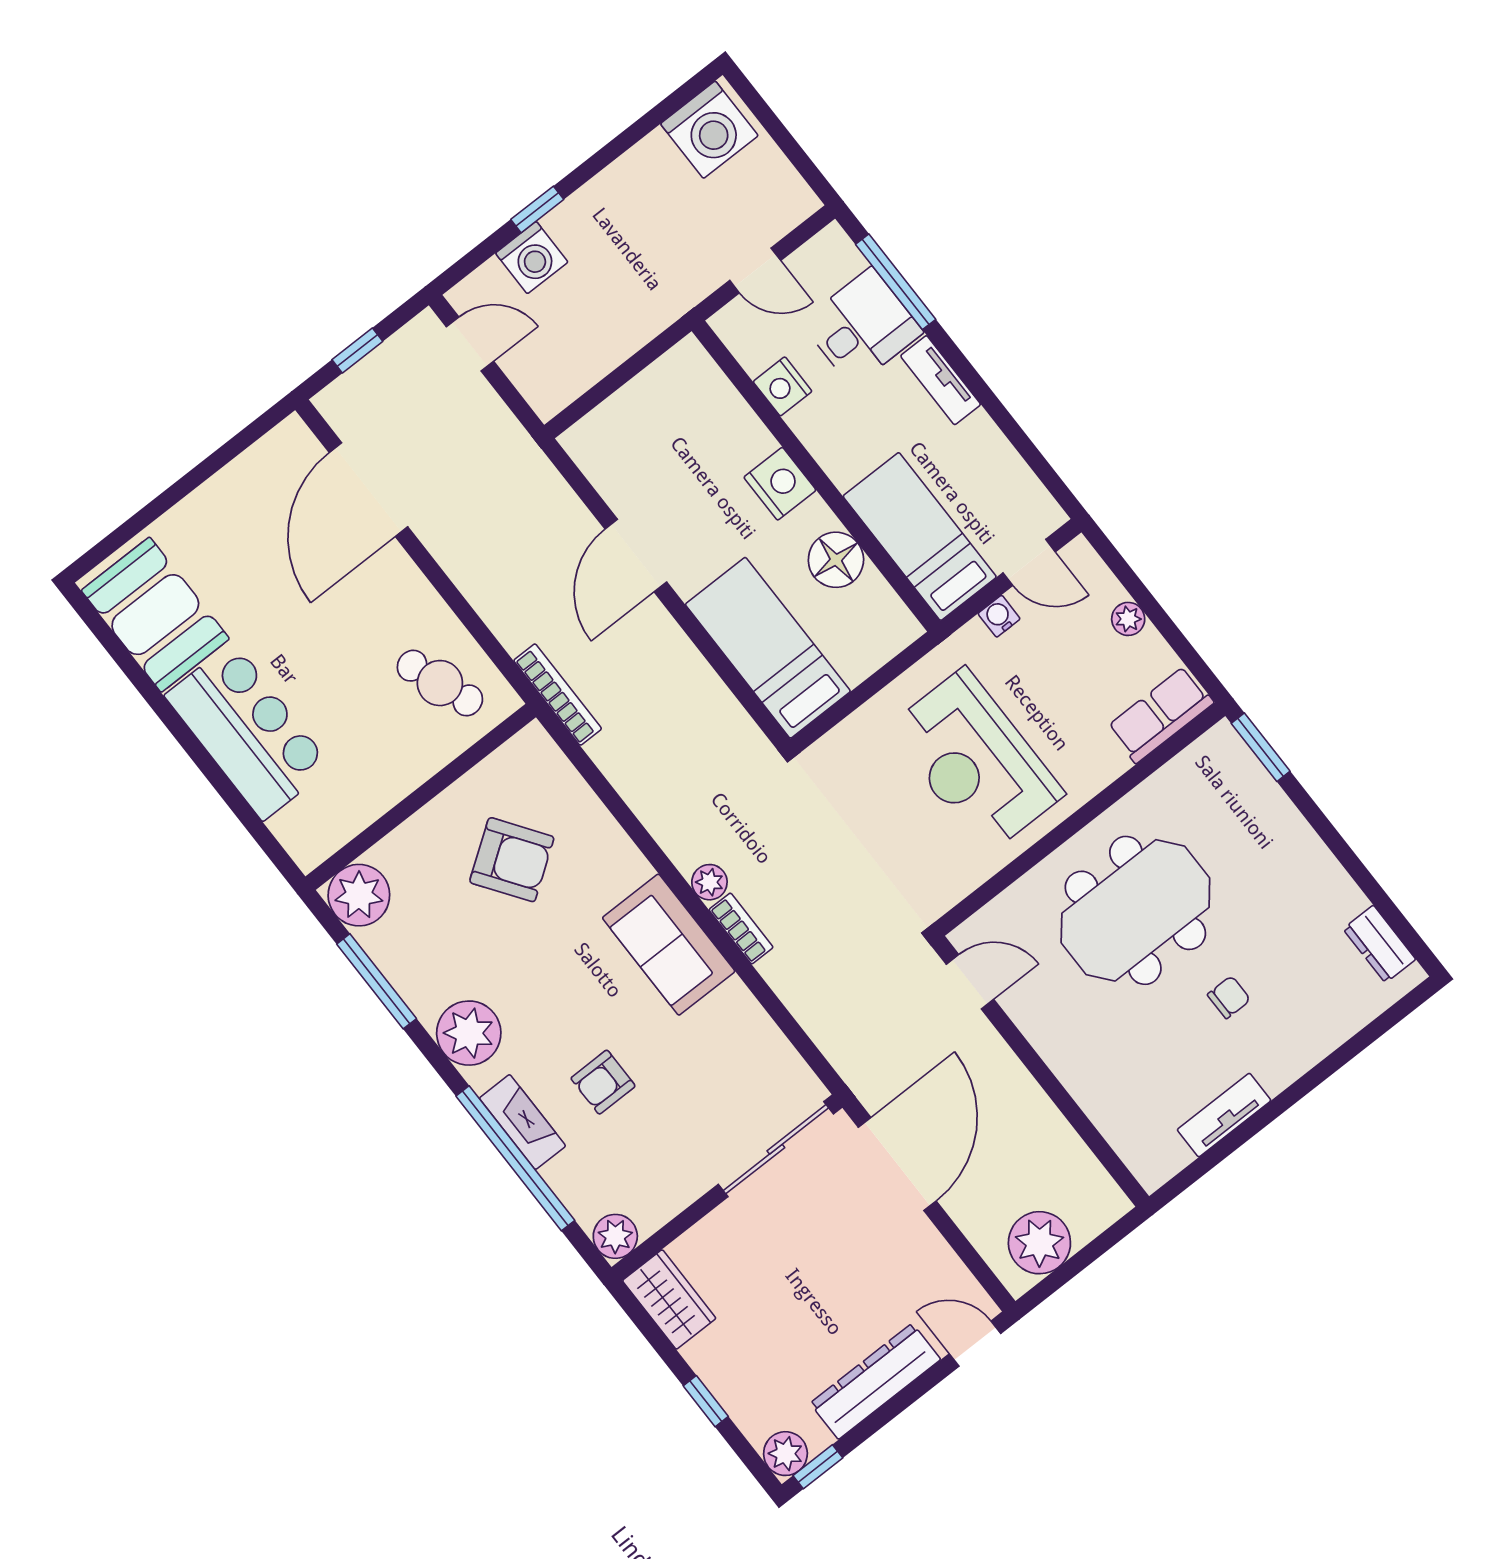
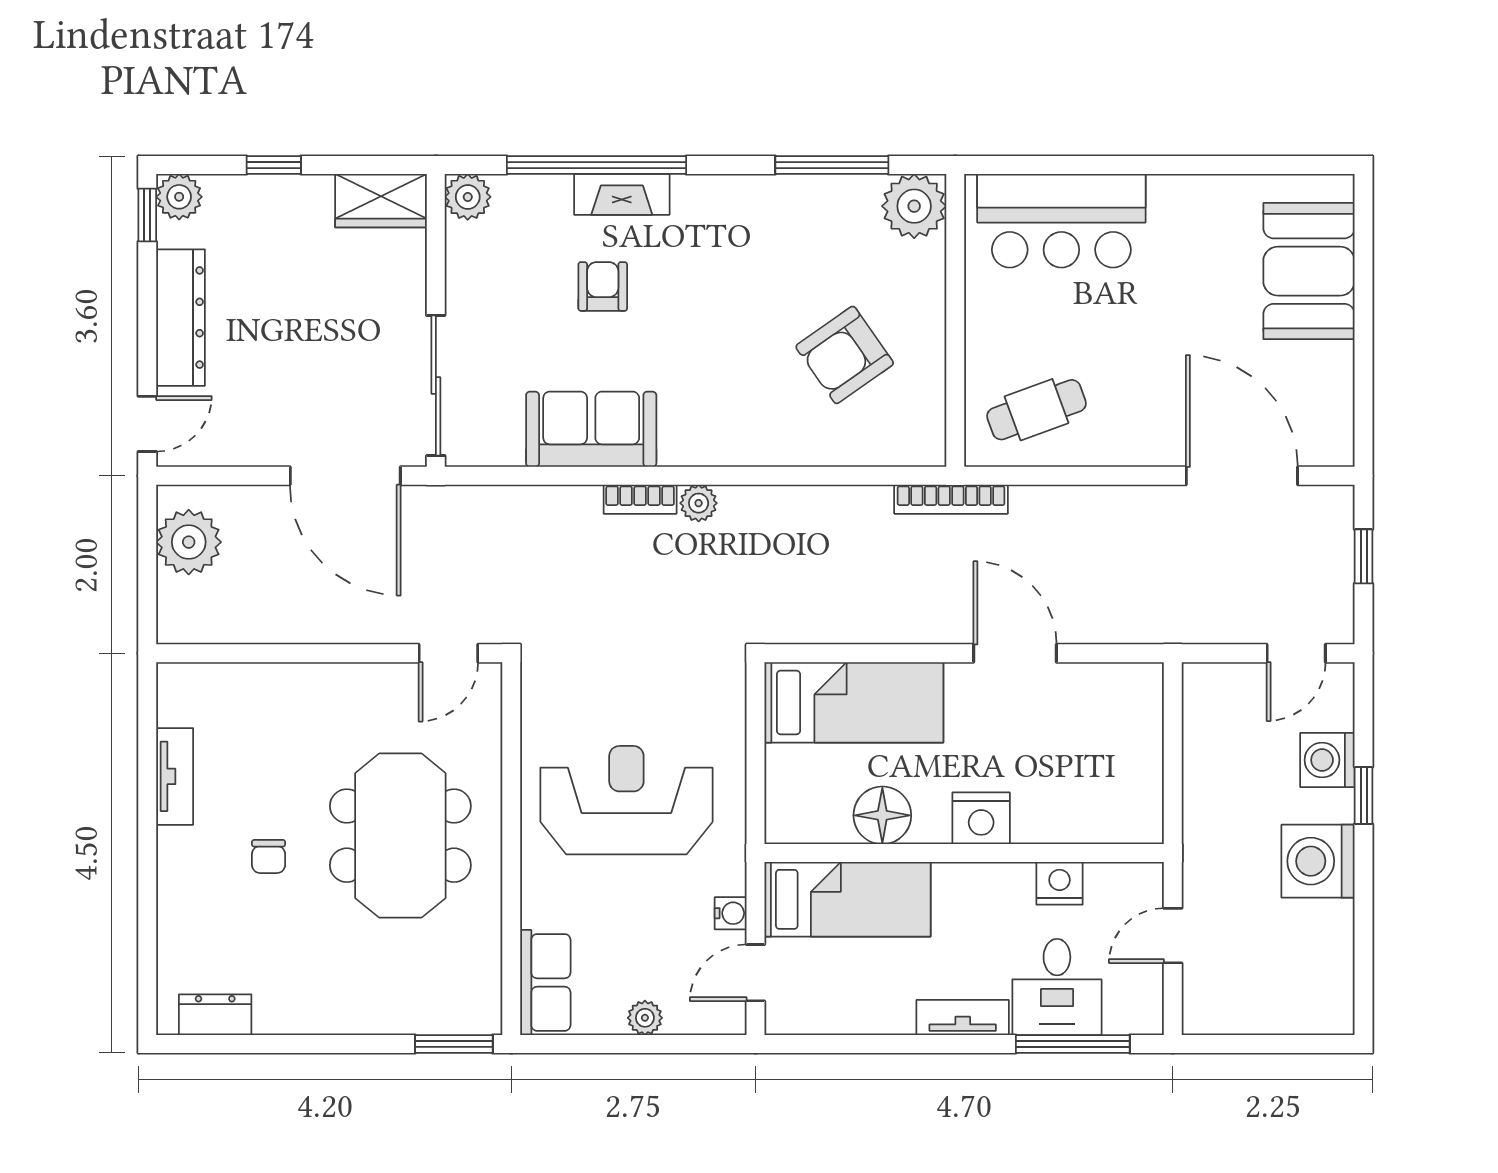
washing machine: (709, 130) -> (1318, 861), moved
booth: (155, 615) -> (1309, 271), moved, turned 90
bar counter: (248, 731) -> (1061, 221), moved
sofa: (669, 945) -> (591, 429), moved
plant: (469, 1033) -> (730, 208), removed

